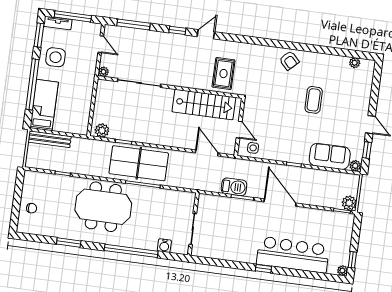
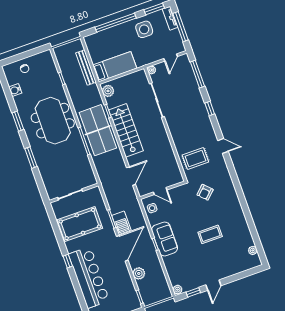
door: (206, 34) -> (223, 146), moved
armchair: (289, 61) -> (205, 192), moved
bed: (44, 105) -> (115, 67), moved
stairs: (204, 105) -> (126, 130), moved, turned 180
door: (239, 130) -> (160, 191), hinge flipped
bench: (50, 139) -> (86, 68), moved
sofa: (330, 156) -> (165, 239), moved
barbecue: (234, 187) -> (121, 223), moved
plant: (349, 203) -> (139, 273), moved
pool table: (230, 235) -> (80, 224), added
window: (69, 243) -> (18, 121), moved
water cooler: (164, 246) -> (15, 90), moved
window: (131, 251) -> (31, 158), width x0.47

